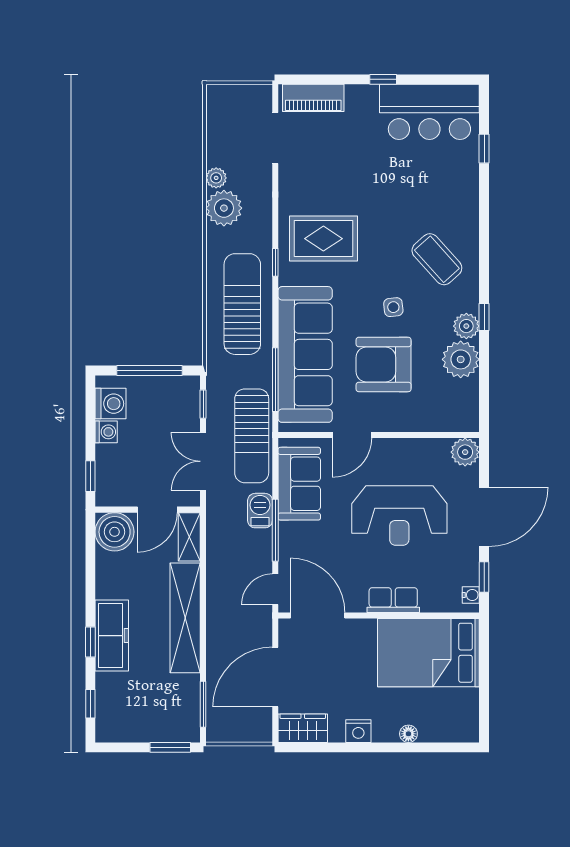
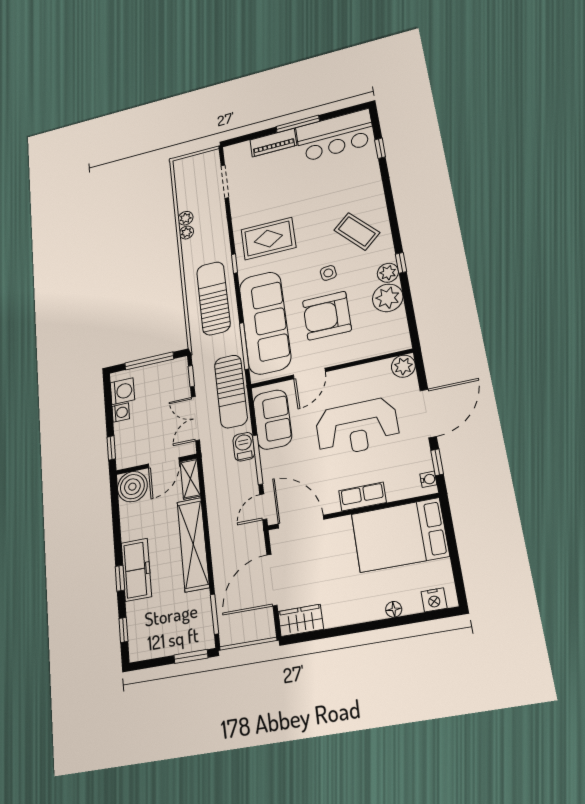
window: (383, 79) -> (298, 124), width x2.17
piano: (313, 98) -> (273, 143), moved
plant: (224, 208) -> (186, 233), width x0.53, depth x0.53
nightstand: (358, 731) -> (434, 600), moved

